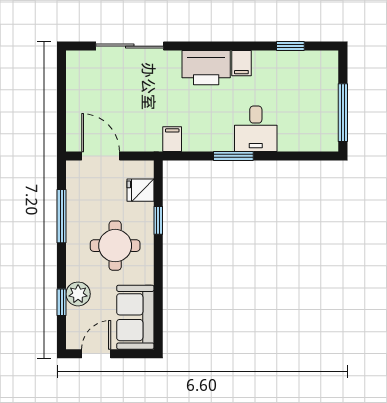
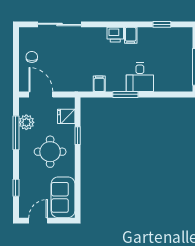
printer: (206, 68) -> (115, 35), width x0.53, depth x0.68
chair: (86, 97) -> (32, 57), added
filing cabinet: (172, 139) -> (99, 84), moved
plant: (78, 294) -> (26, 122), moved

